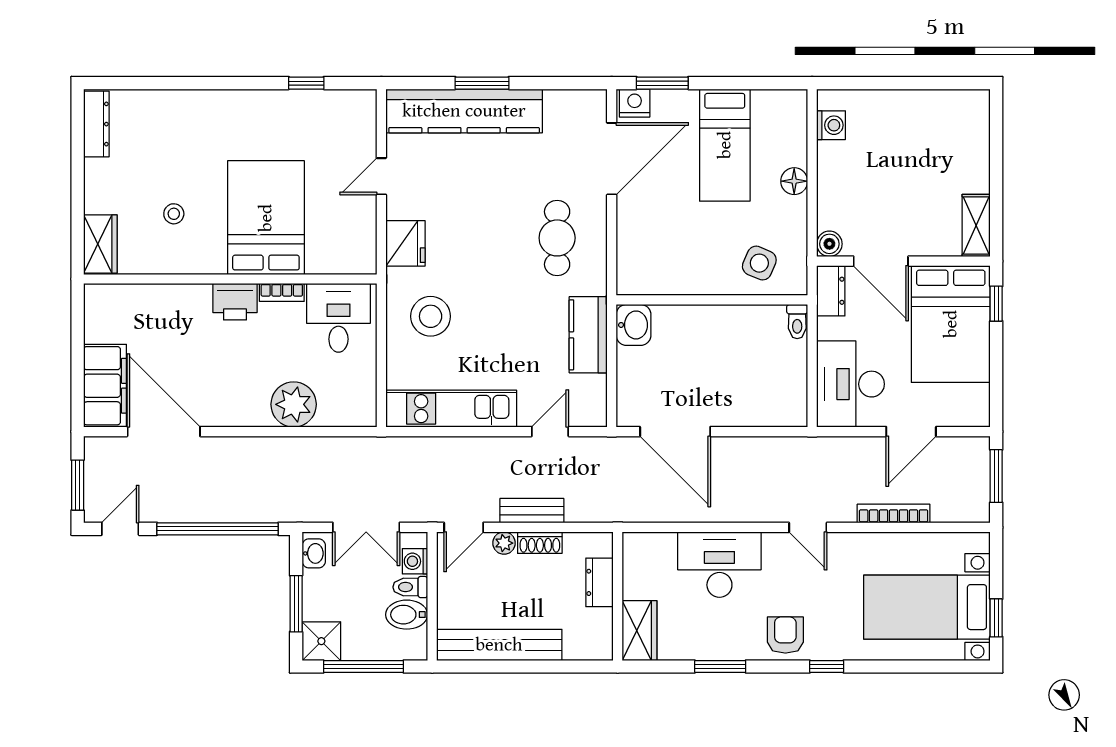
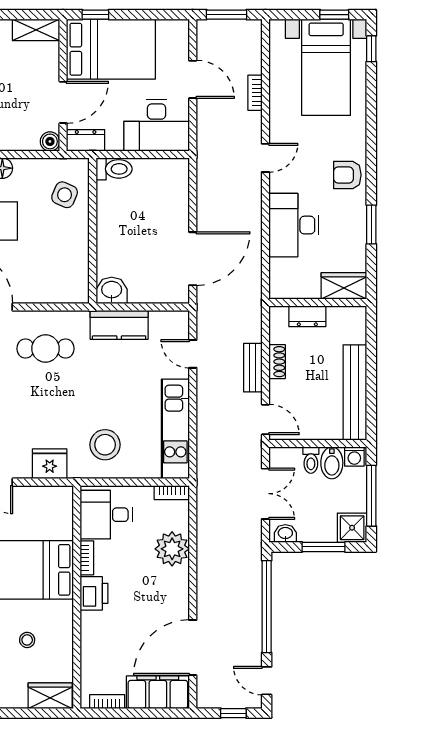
bookcase: (93, 319) -> (107, 702), added
toilet: (797, 322) -> (114, 169), width x1.37, depth x1.39
bookcase: (368, 404) -> (172, 493), added
window: (78, 485) -> (233, 713), width x0.67
bookcase: (894, 514) -> (255, 93), width x0.64
plant: (504, 543) -> (277, 389), removed
washing machine: (415, 561) -> (354, 457), moved
window: (827, 667) -> (371, 49), moved

